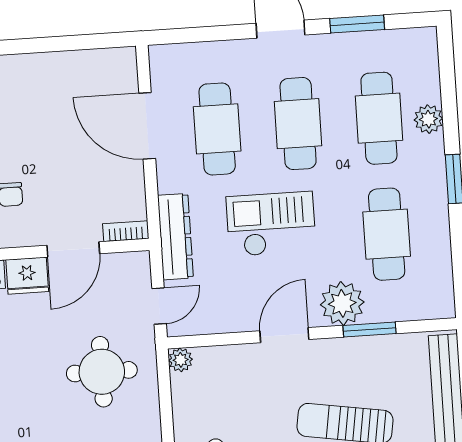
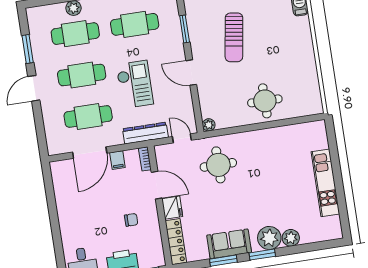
filing cabinet: (128, 178) -> (117, 160), added
checkout: (271, 224) -> (135, 84), turned 180
plant: (342, 303) -> (172, 44), removed

